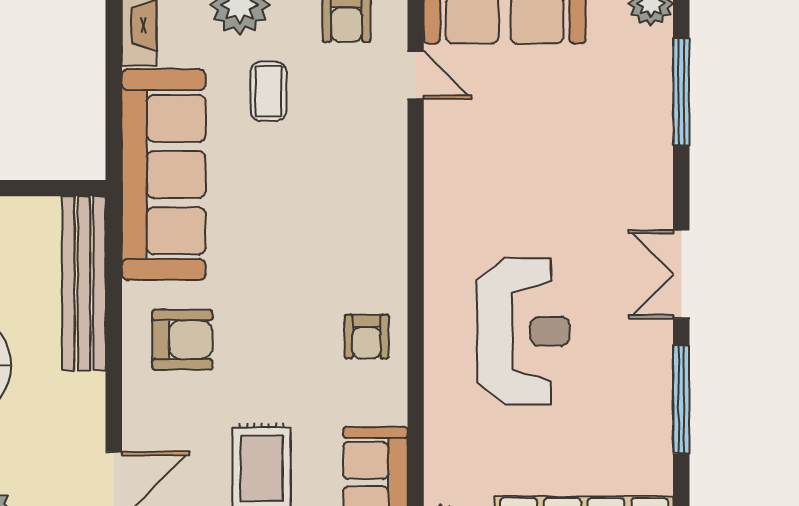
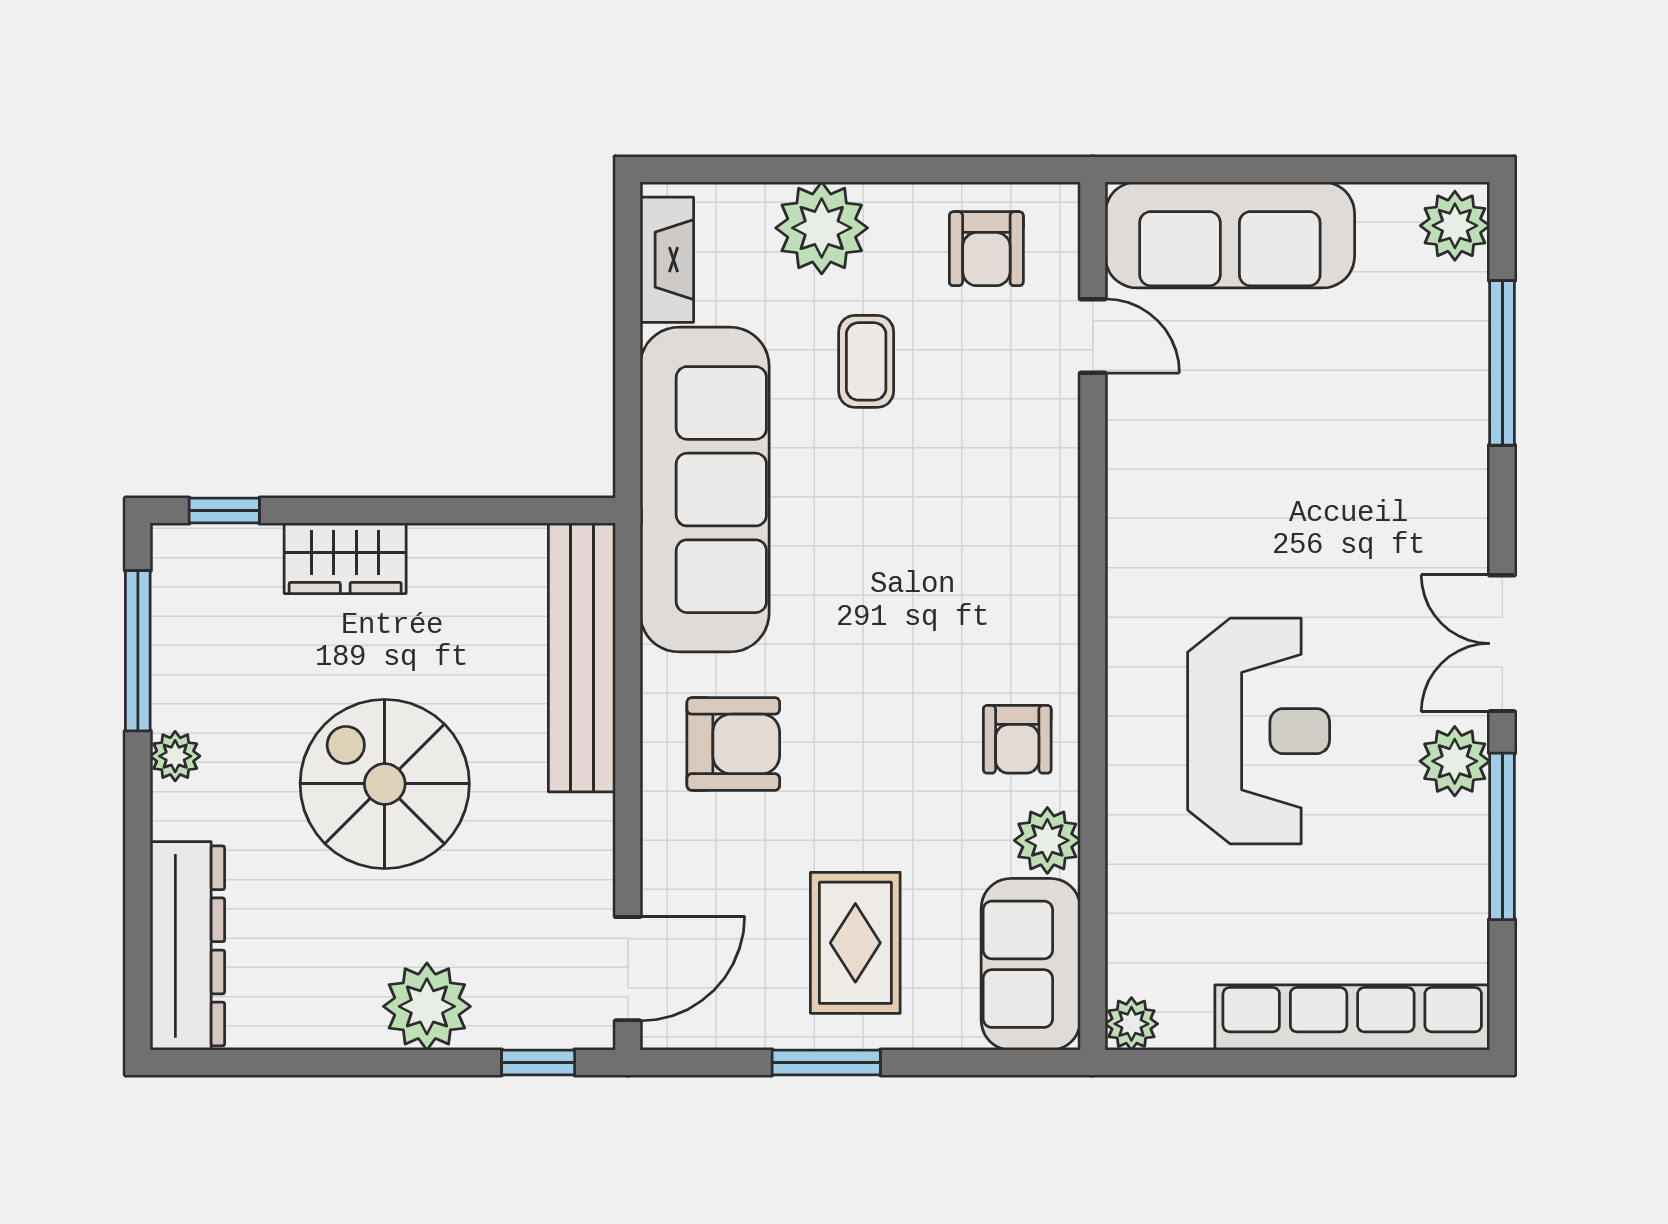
plant: (651, 351) -> (1455, 761), added
plant: (386, 402) -> (1047, 840), added

